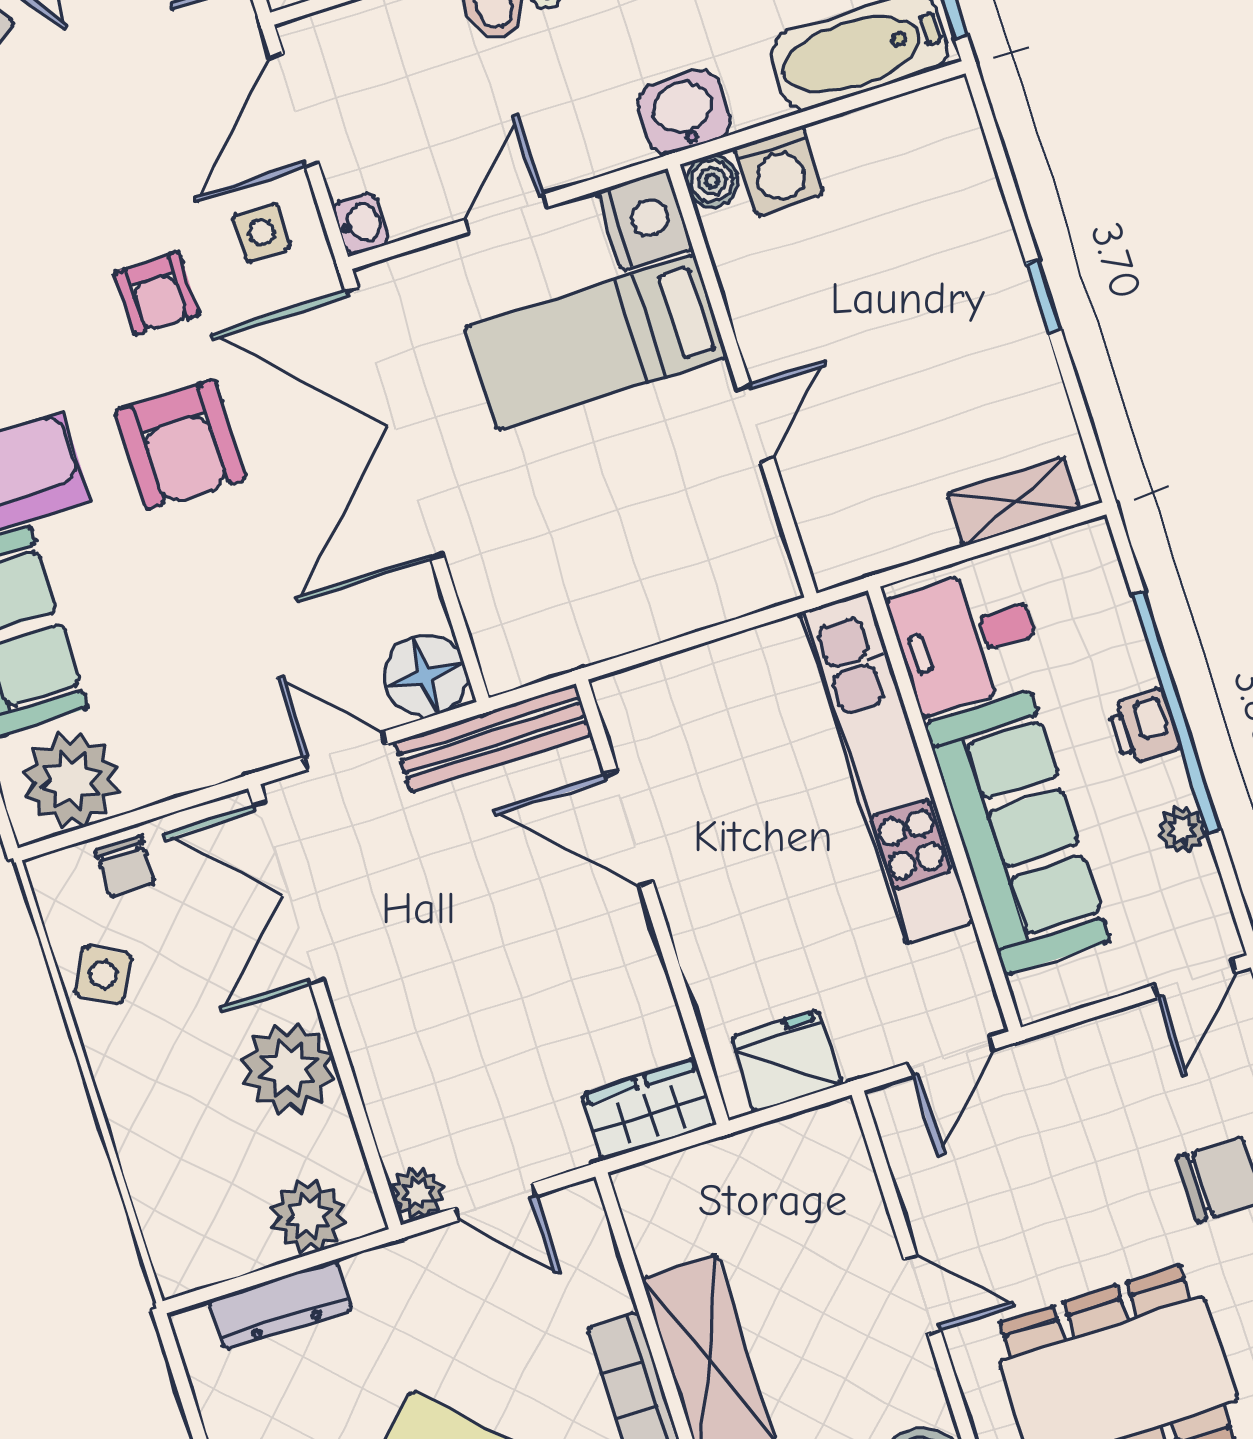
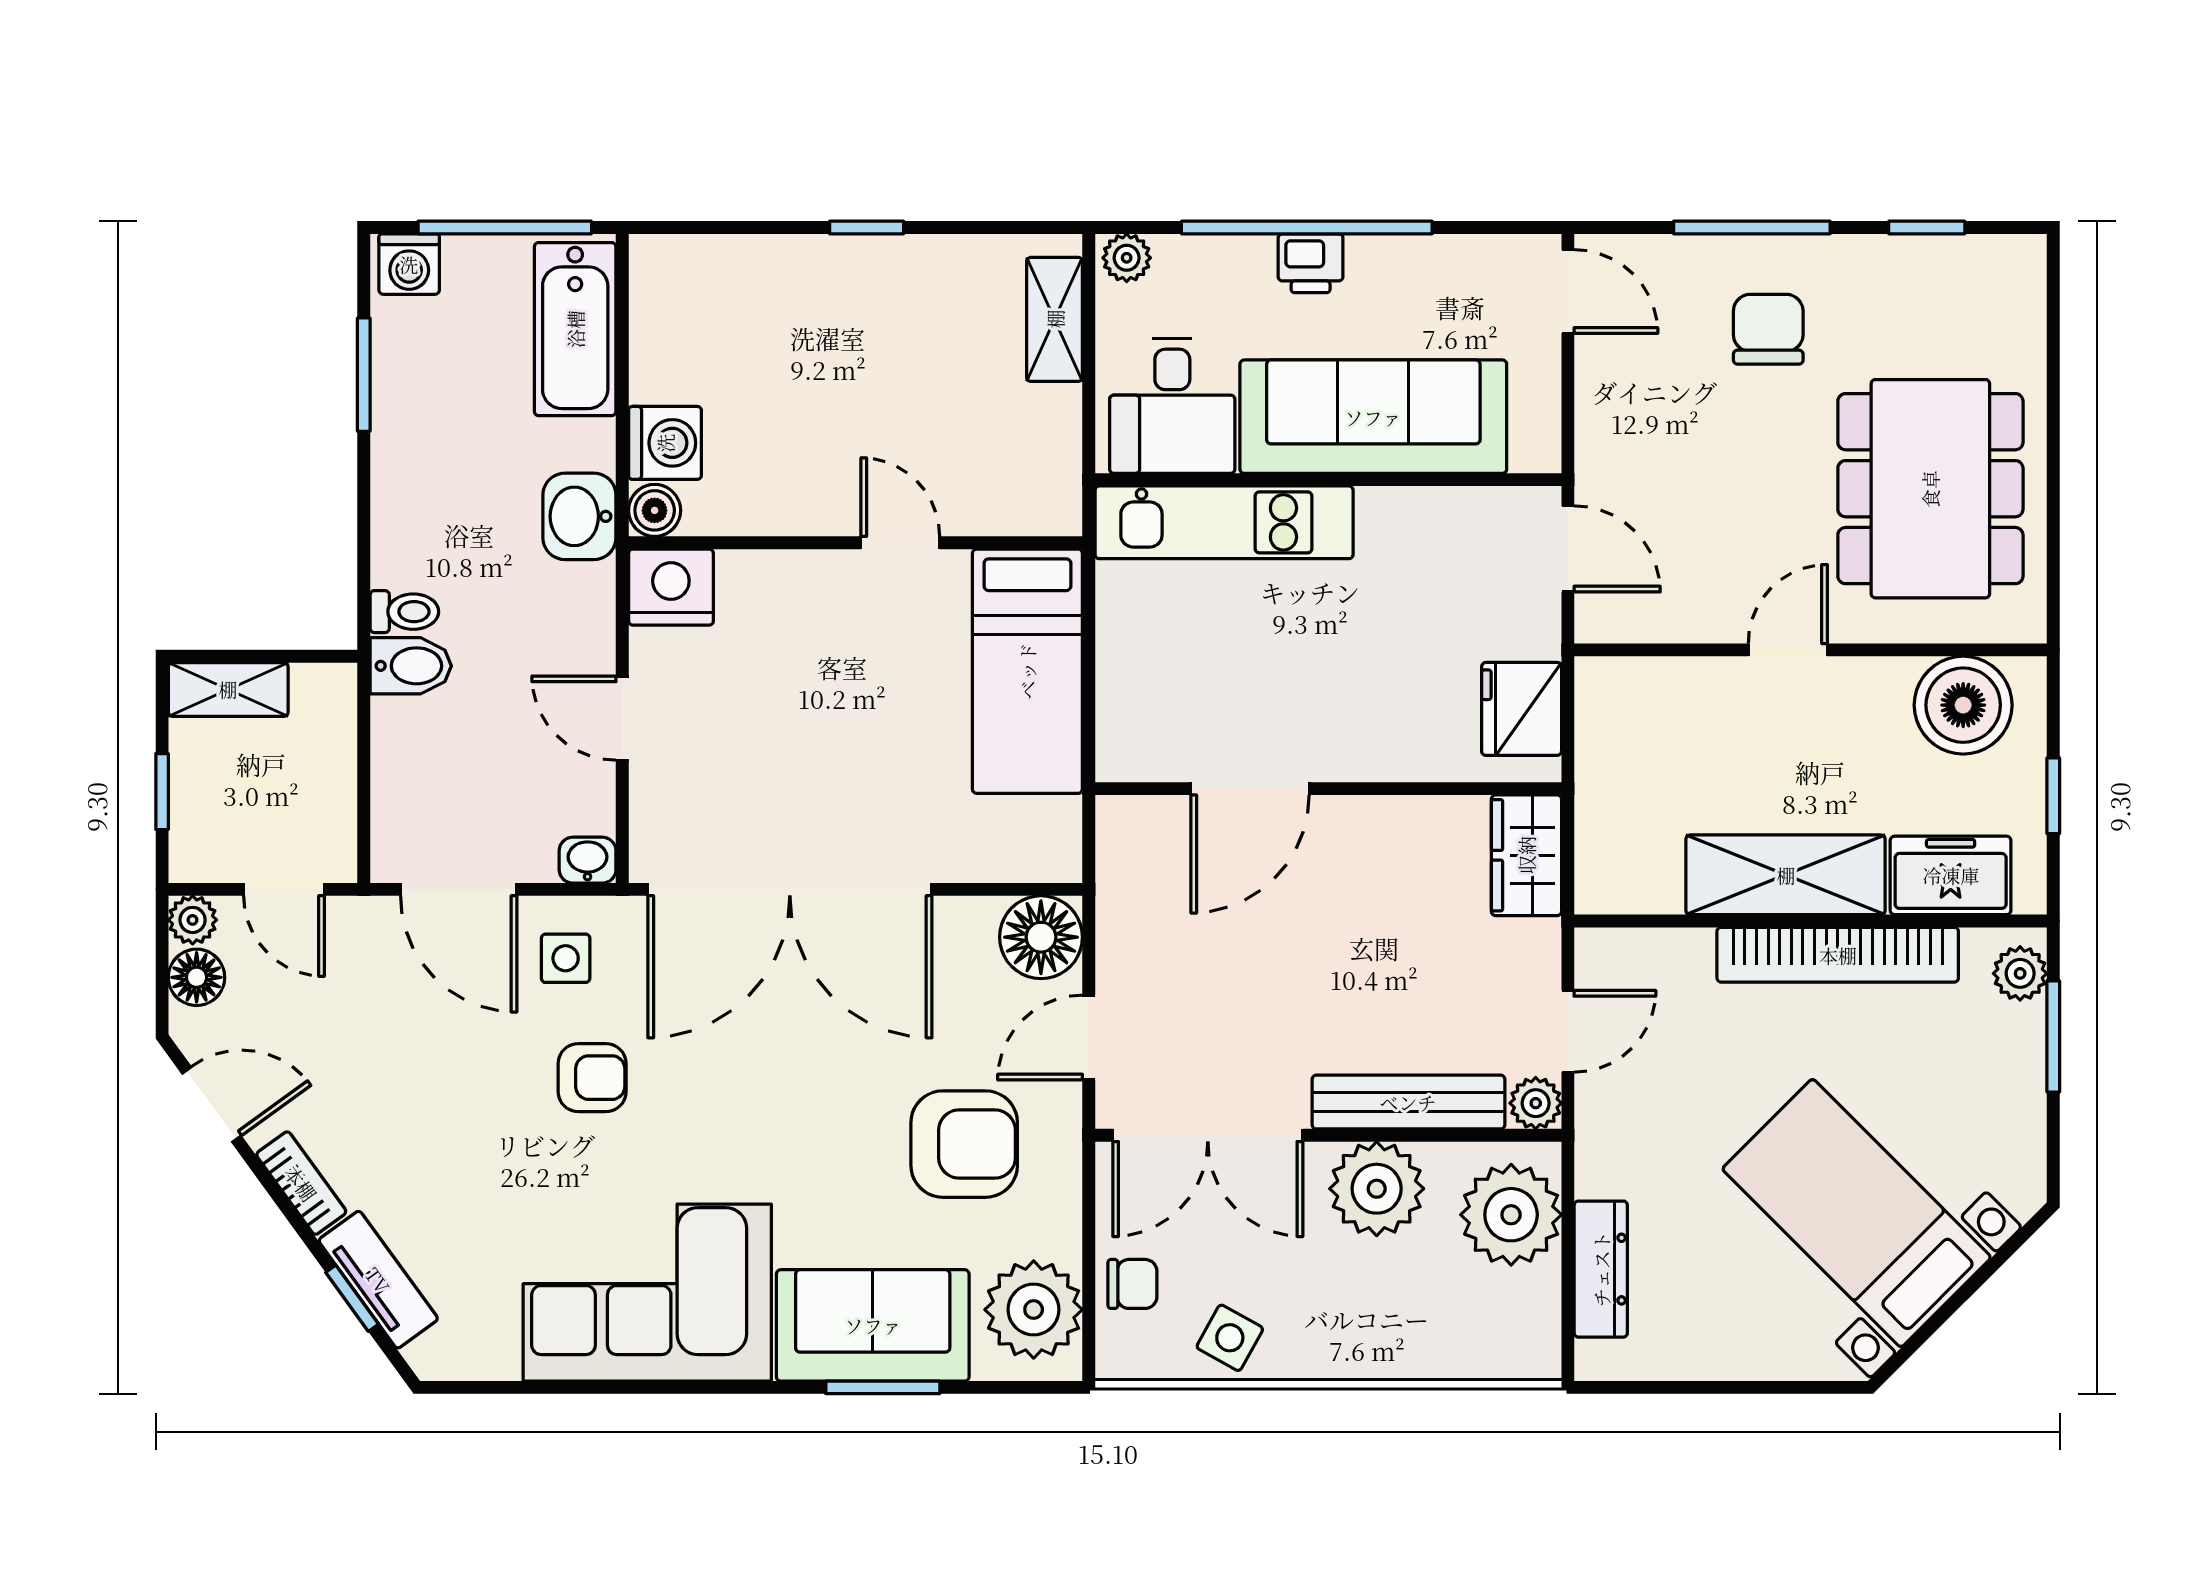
bed: (596, 342) -> (1027, 671), moved
armchair: (181, 445) -> (964, 1144), moved
bench: (493, 738) -> (1408, 1102), moved, turned 90
kitchen unit: (887, 768) -> (1224, 522), width x0.73
plant: (1182, 830) -> (1127, 258), moved
plant: (309, 1216) -> (1511, 1215), width x1.36, depth x1.36

